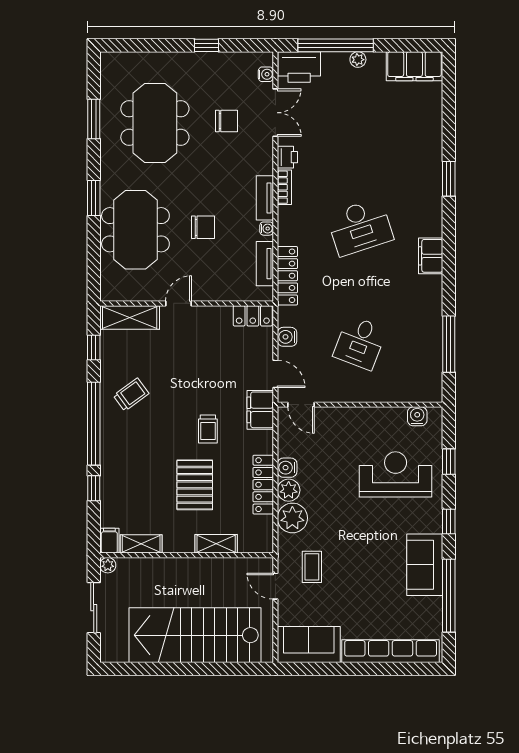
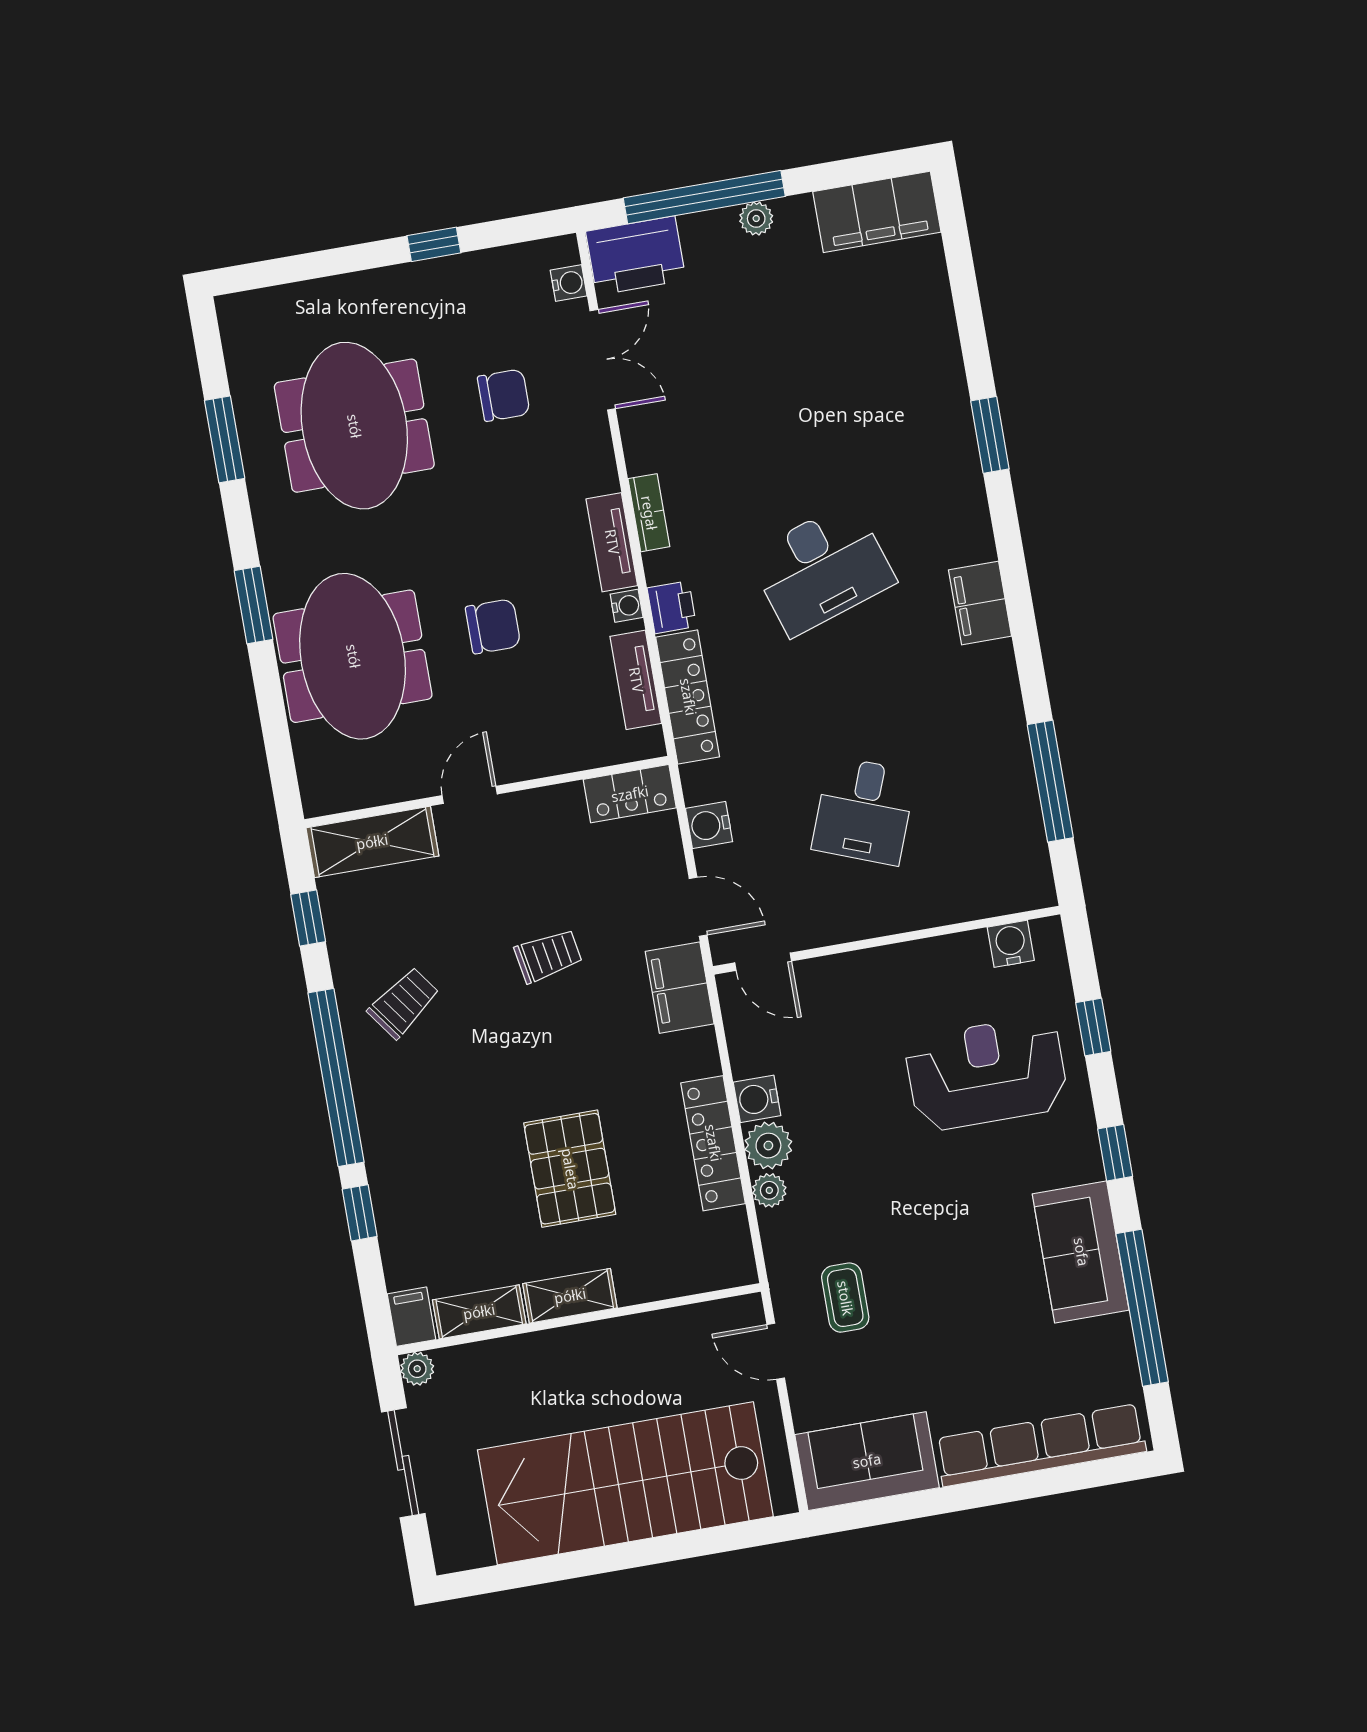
printer: (287, 157) -> (672, 607), moved
trolley: (208, 429) -> (548, 956), moved, turned -100
plant: (292, 518) -> (769, 1190), width x0.53, depth x0.53
shelving: (216, 544) -> (570, 1296), moved

